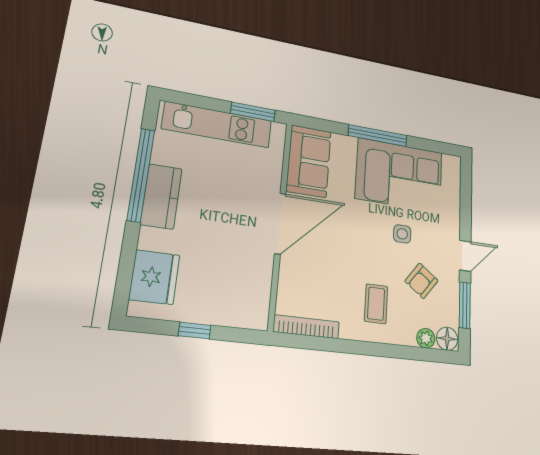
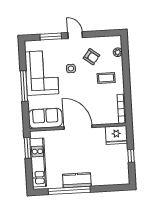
fridge: (154, 277) -> (116, 135), moved, turned 180
window: (465, 305) -> (51, 37), moved
floor lamp: (447, 339) -> (116, 42), removed

